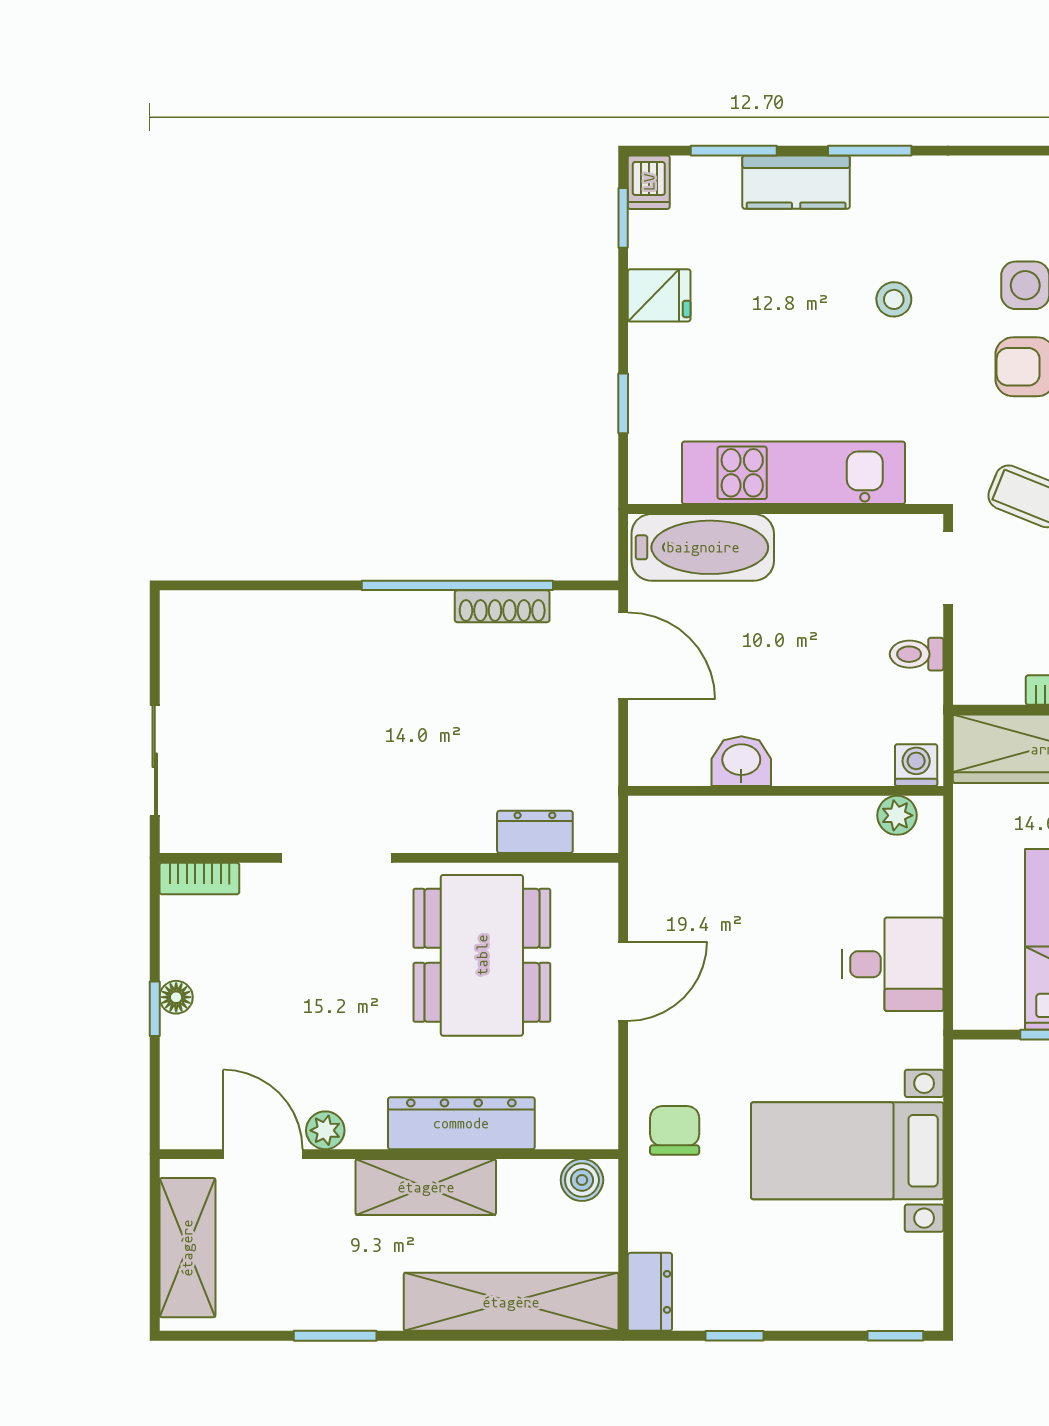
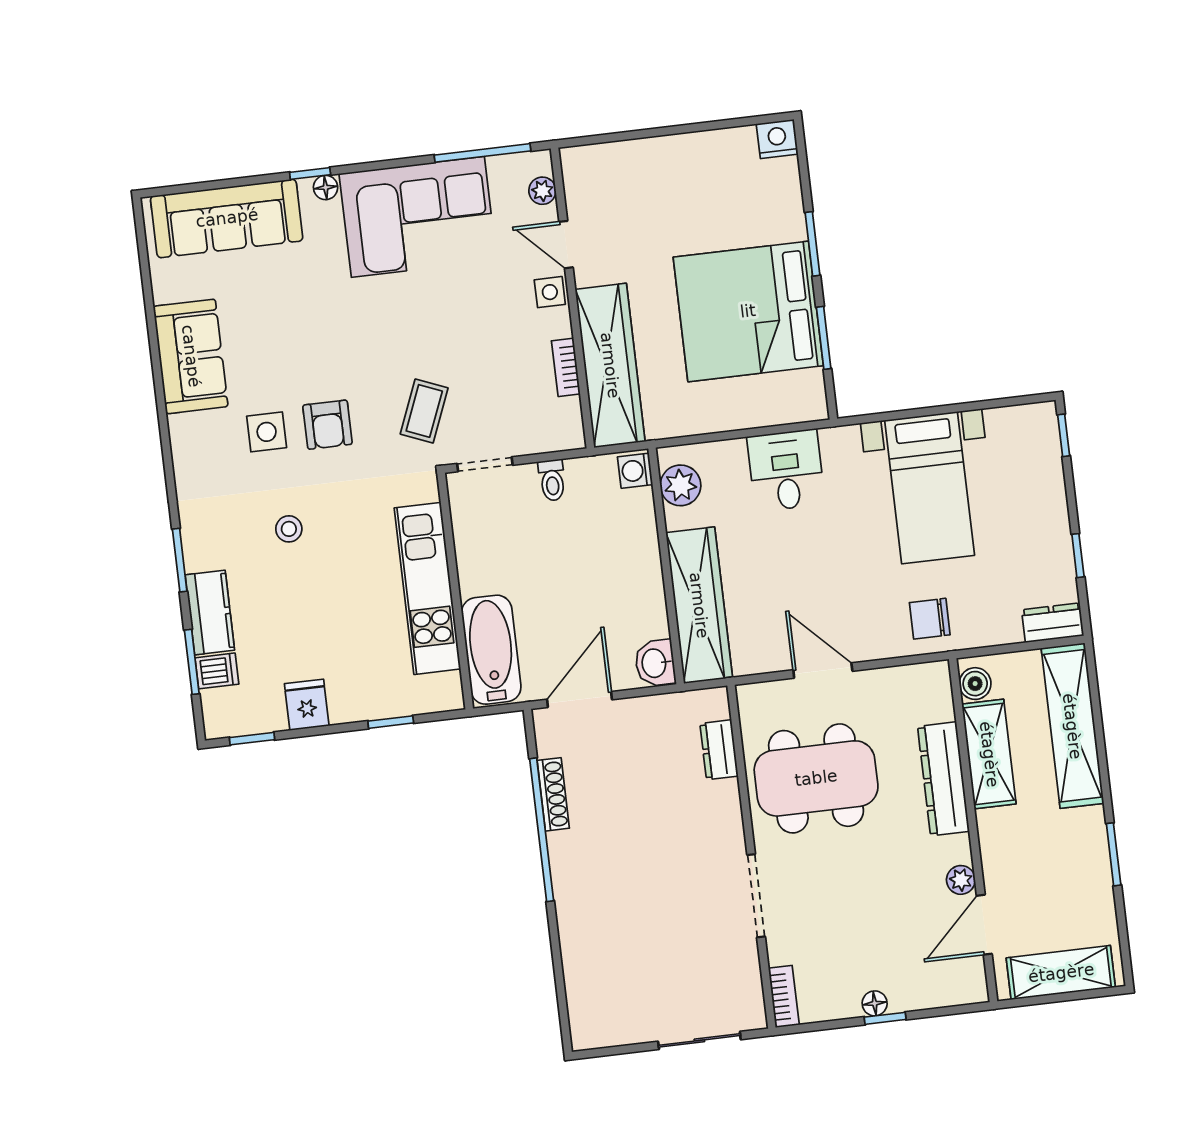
dishwasher: (649, 182) -> (217, 671), moved
washbasin: (741, 761) -> (655, 663), moved
plant: (897, 815) -> (681, 485), width x1.38, depth x1.38
wardrobe: (729, 828) -> (699, 605), added
shelving: (426, 1187) -> (989, 754), moved

